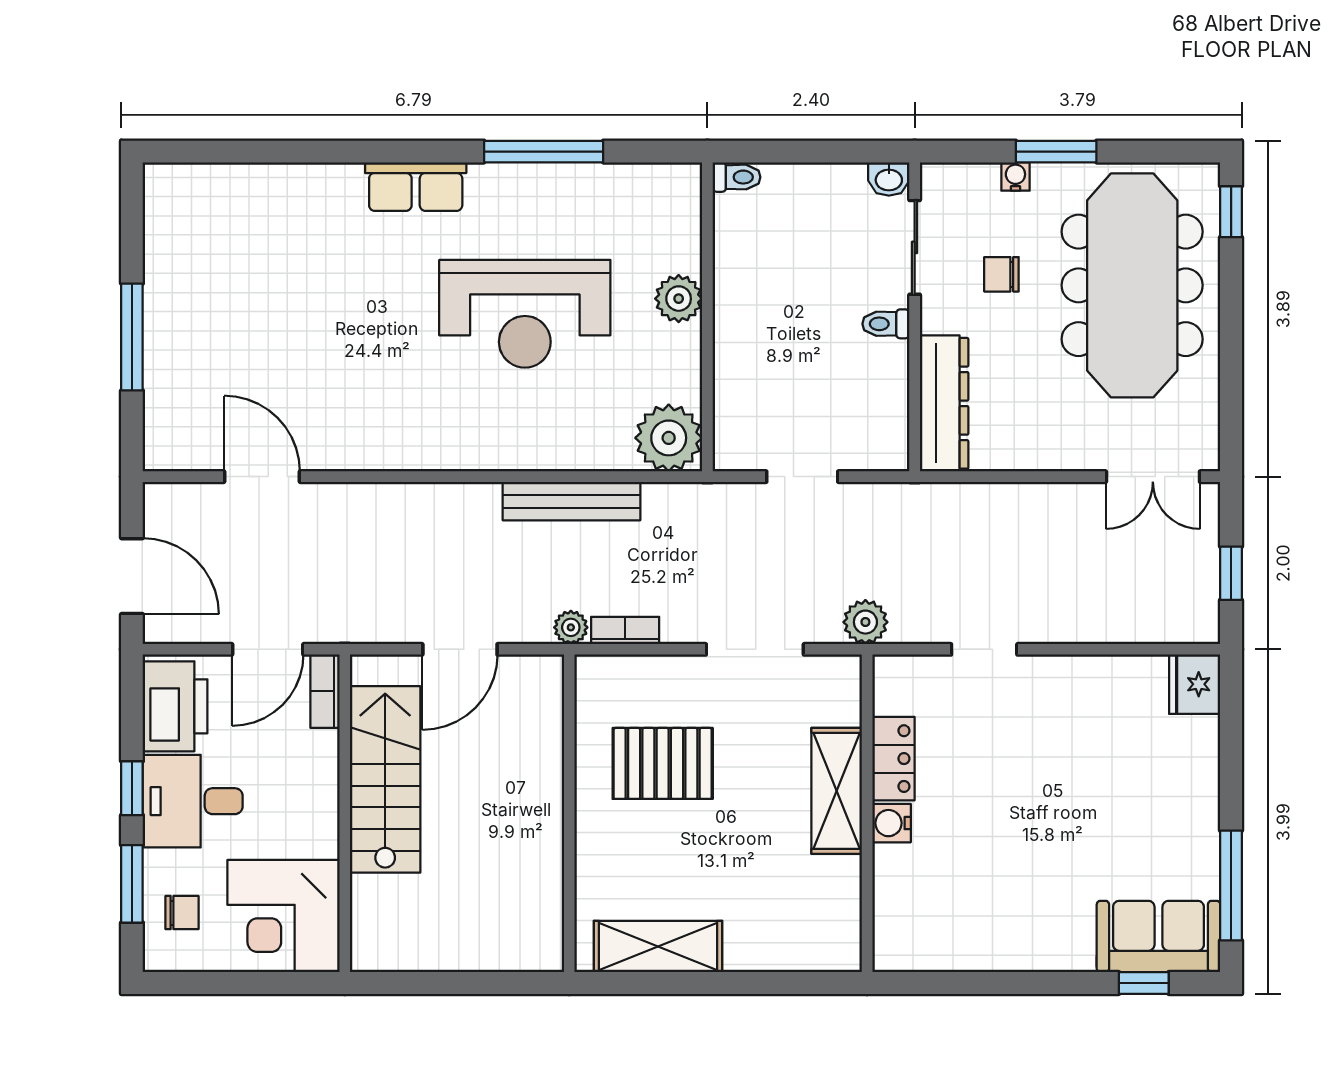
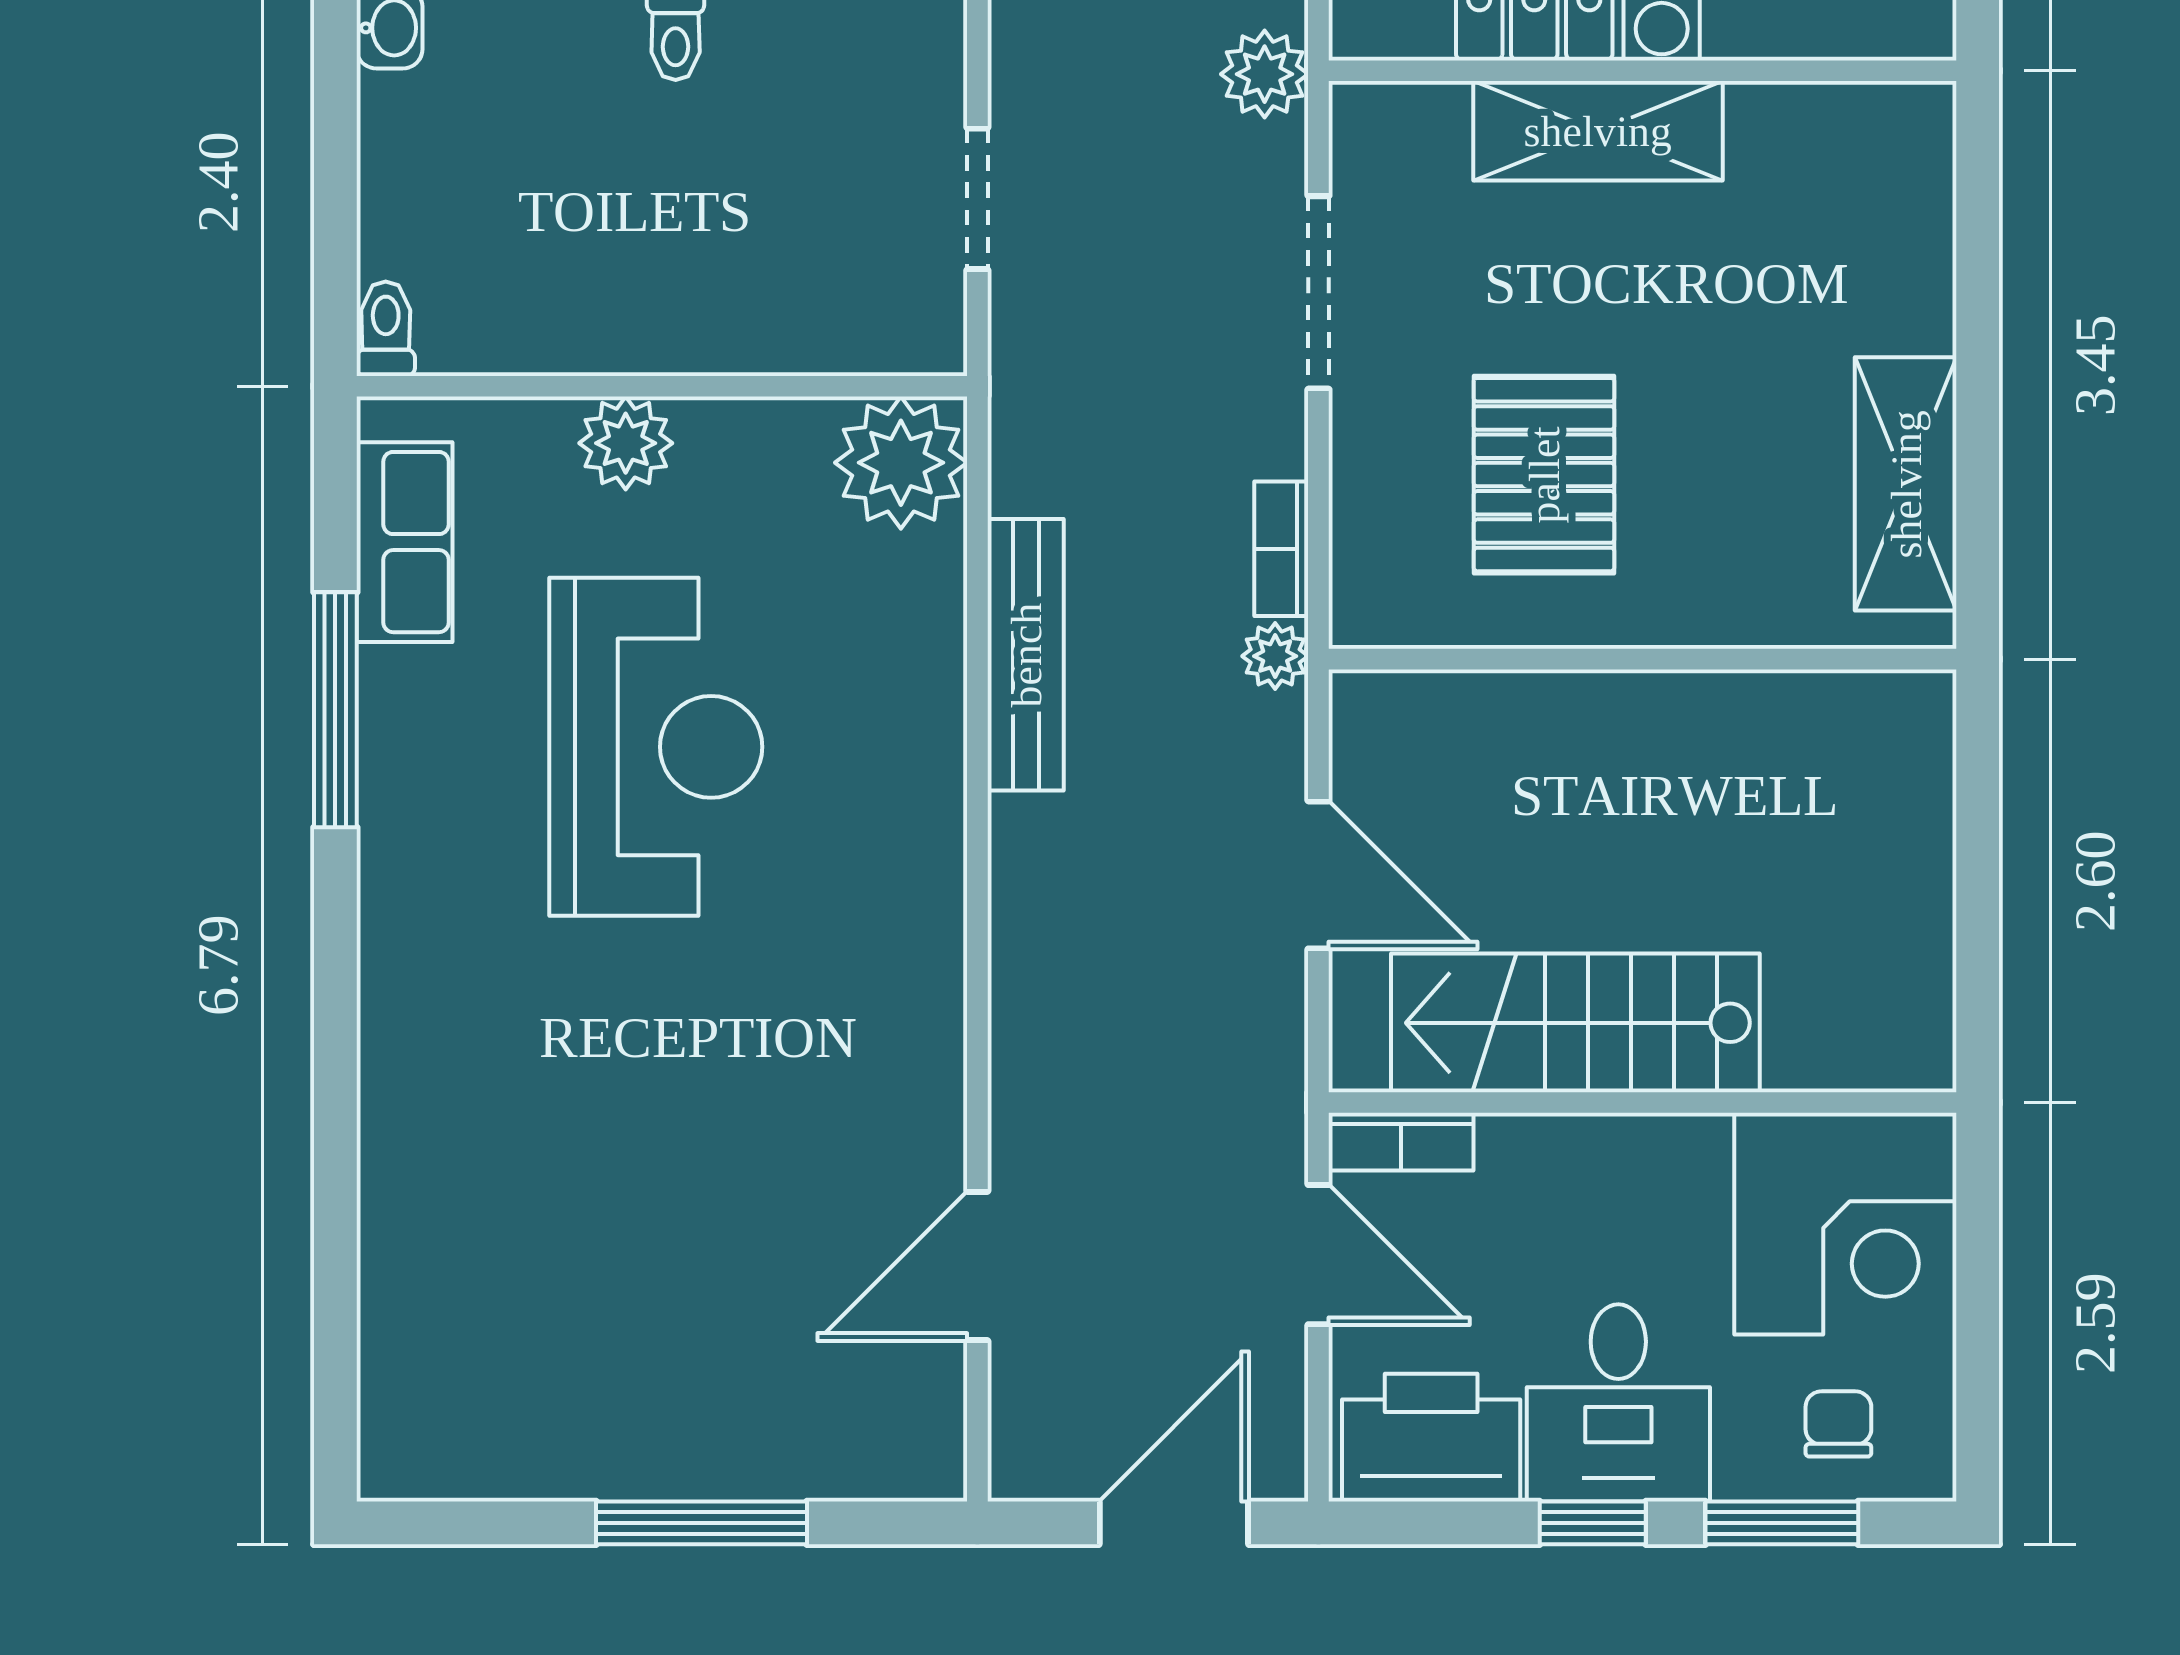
row of seats: (416, 187) -> (405, 542), moved

